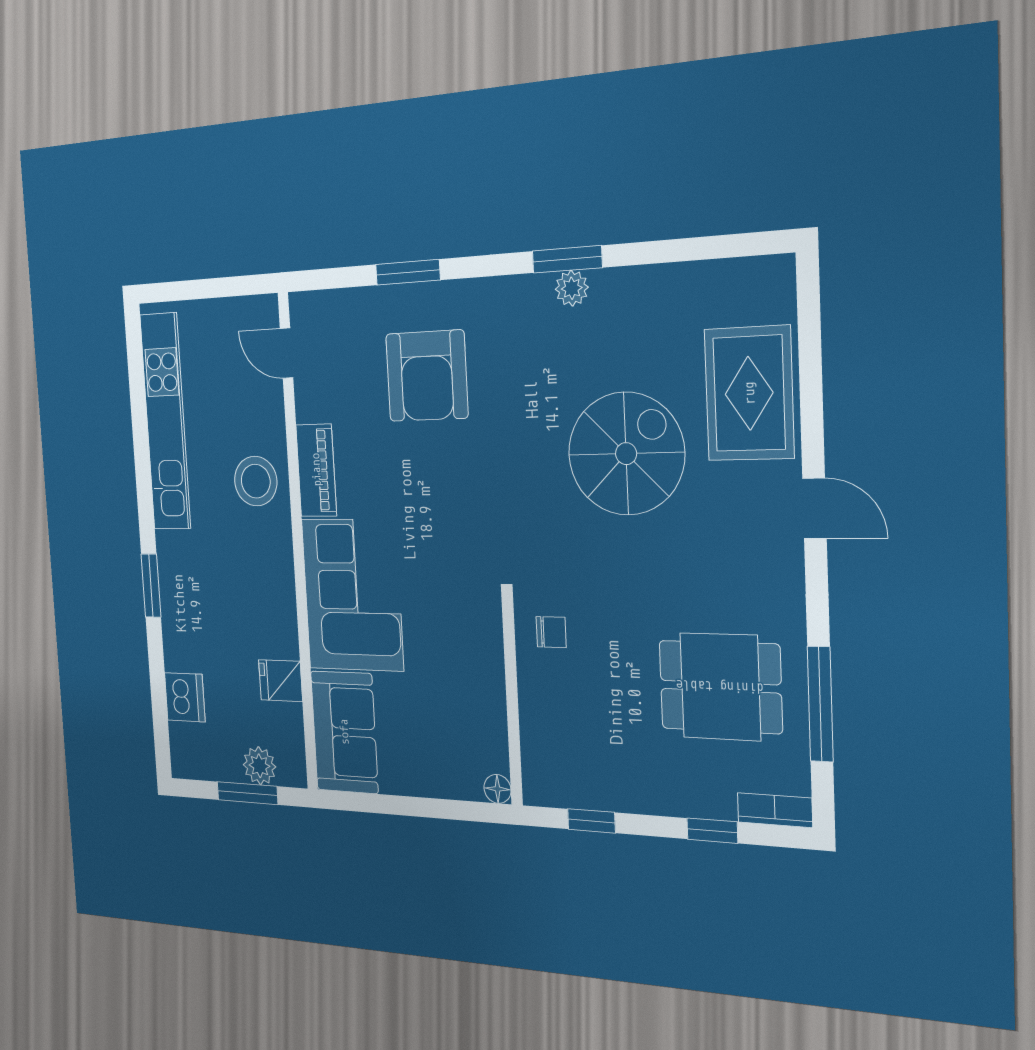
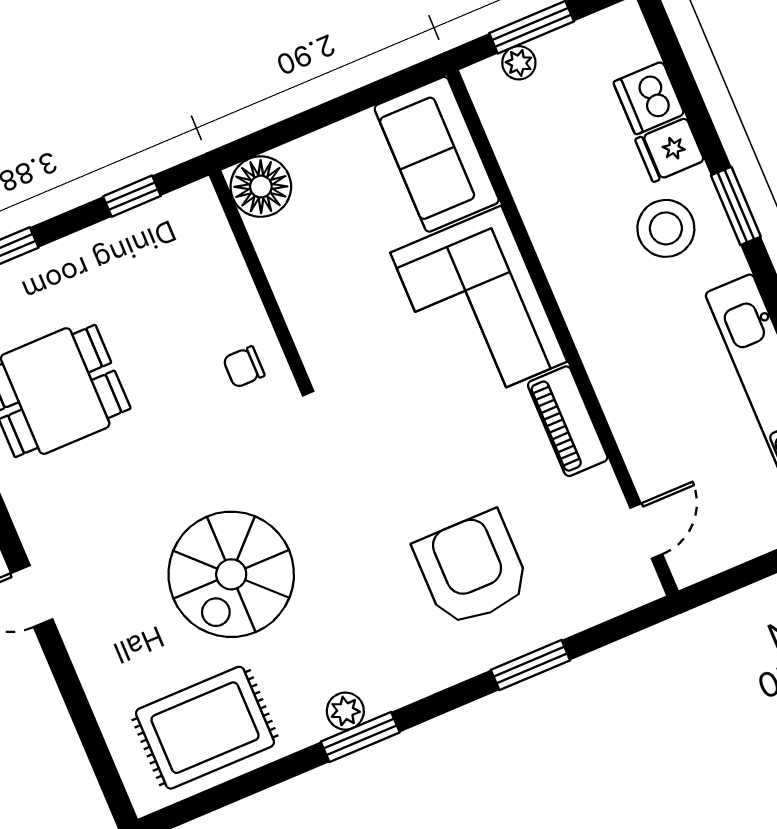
door: (286, 353) -> (646, 531), hinge flipped
rug: (749, 393) -> (205, 728), moved, turned 90
stool: (256, 481) -> (666, 228), moved
fridge: (281, 681) -> (670, 150), moved, turned 180
plant: (259, 766) -> (519, 63), width x0.73, depth x0.73
floor lamp: (497, 789) -> (261, 187), width x1.89, depth x1.89

